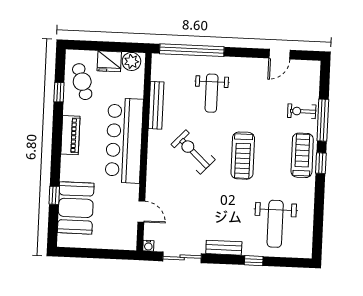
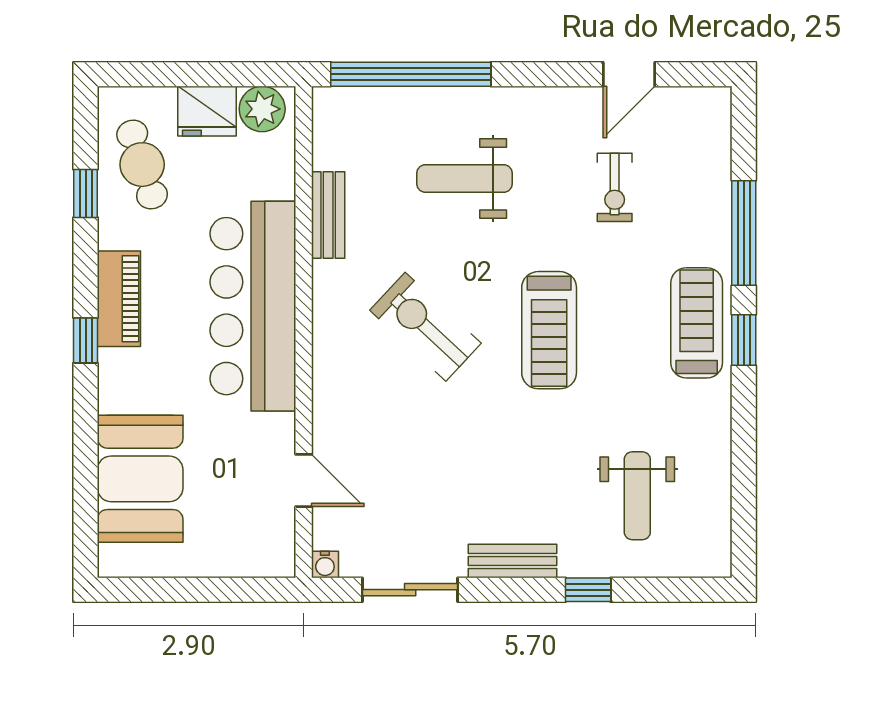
weight bench: (212, 93) -> (465, 179), turned 90
bench: (156, 105) -> (328, 215), width x0.73
exercise bike: (302, 111) -> (615, 187), moved, turned -90
window: (54, 195) -> (86, 340), moved
weight bench: (275, 224) -> (637, 496), width x0.73, depth x0.75

